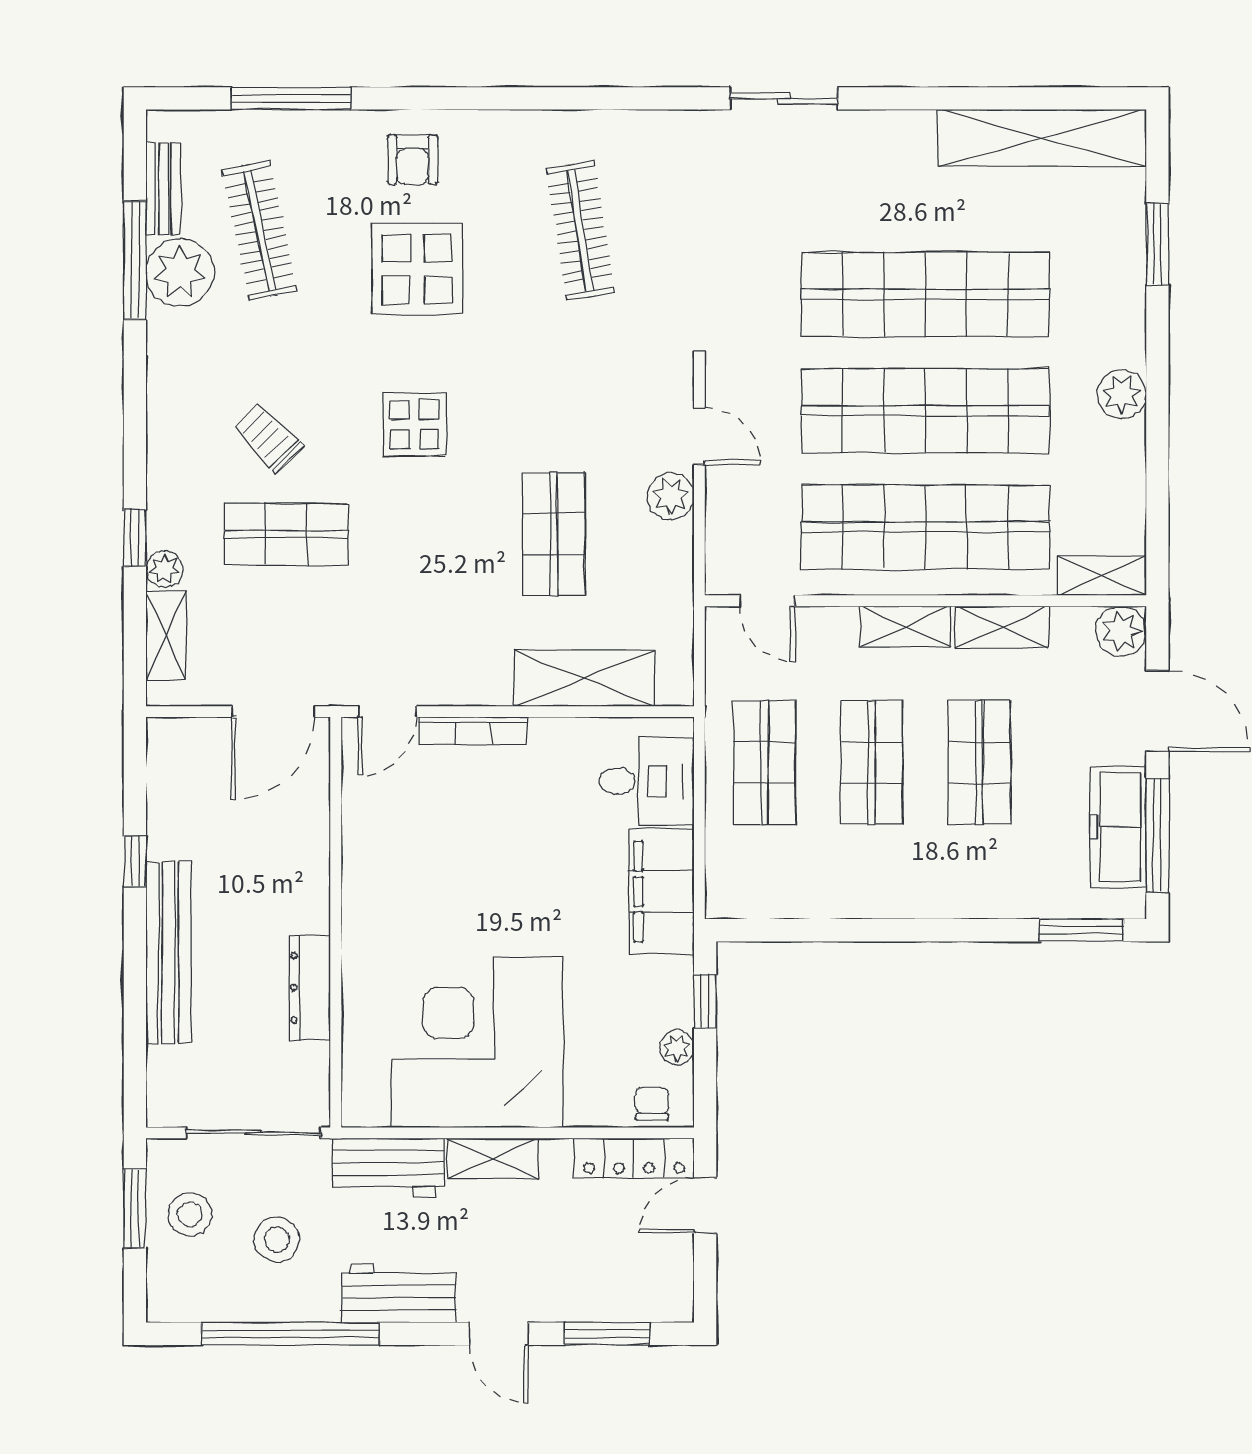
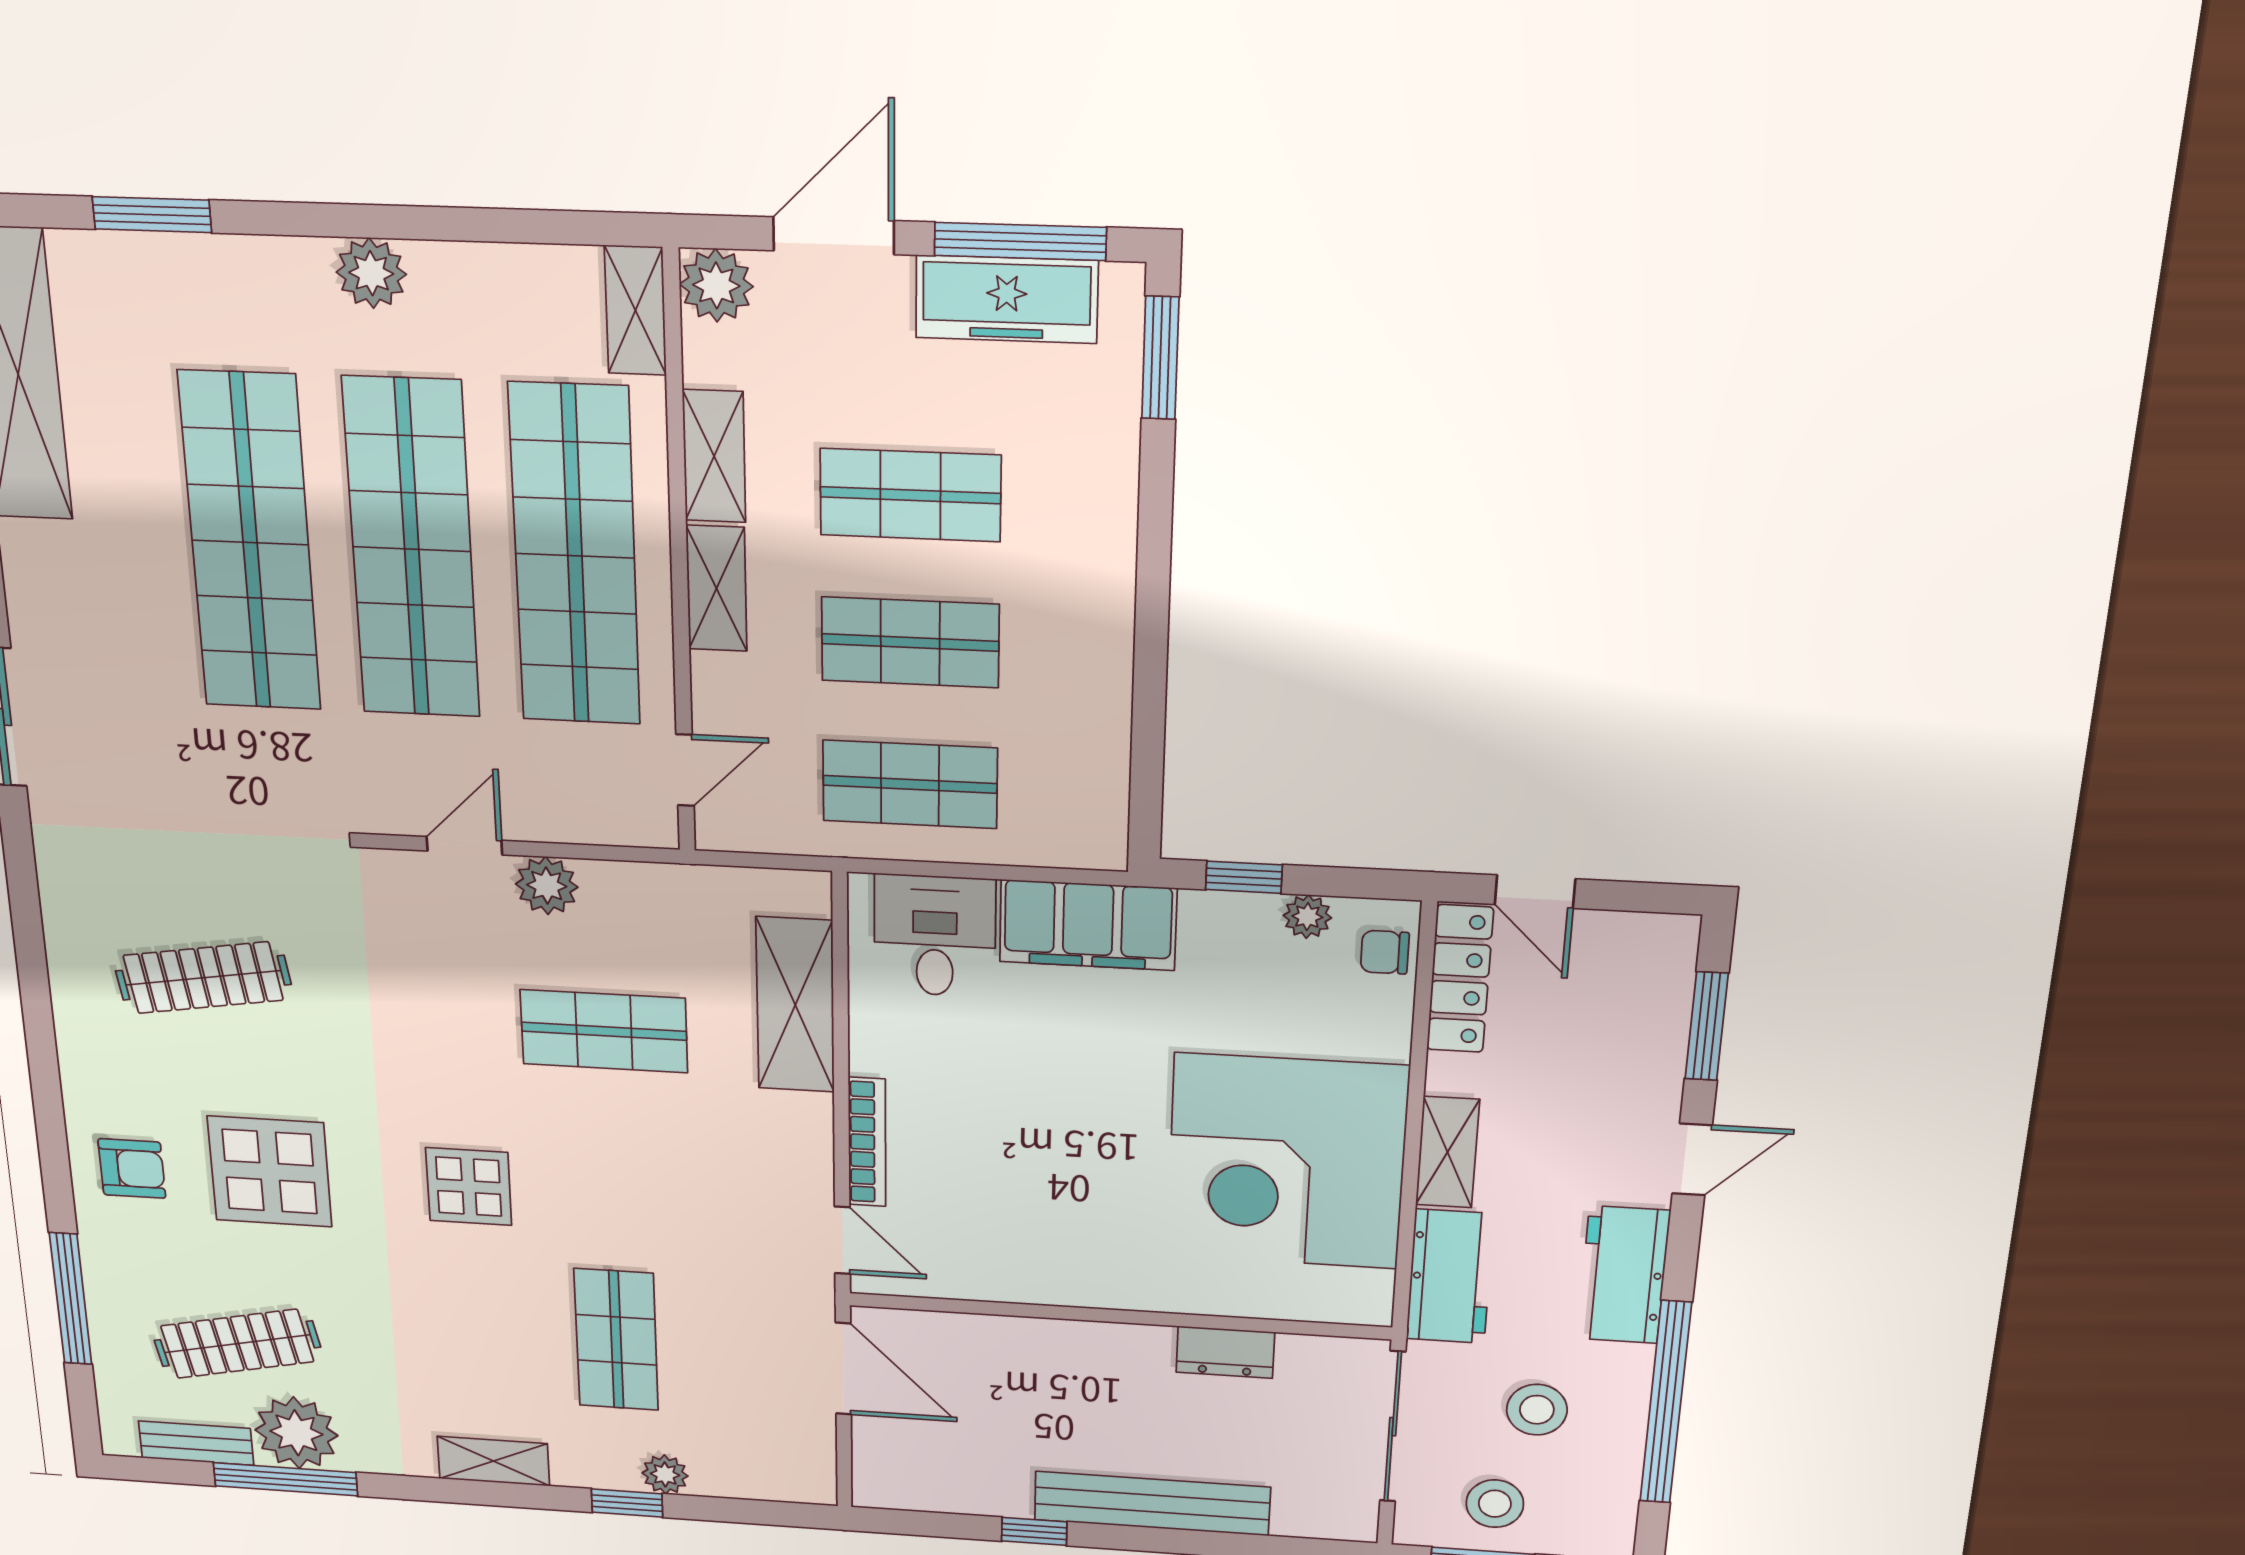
trolley: (268, 438) -> (495, 1352), removed
shelving: (166, 636) -> (493, 1461), moved
dresser: (310, 988) -> (1225, 1352), width x0.70

